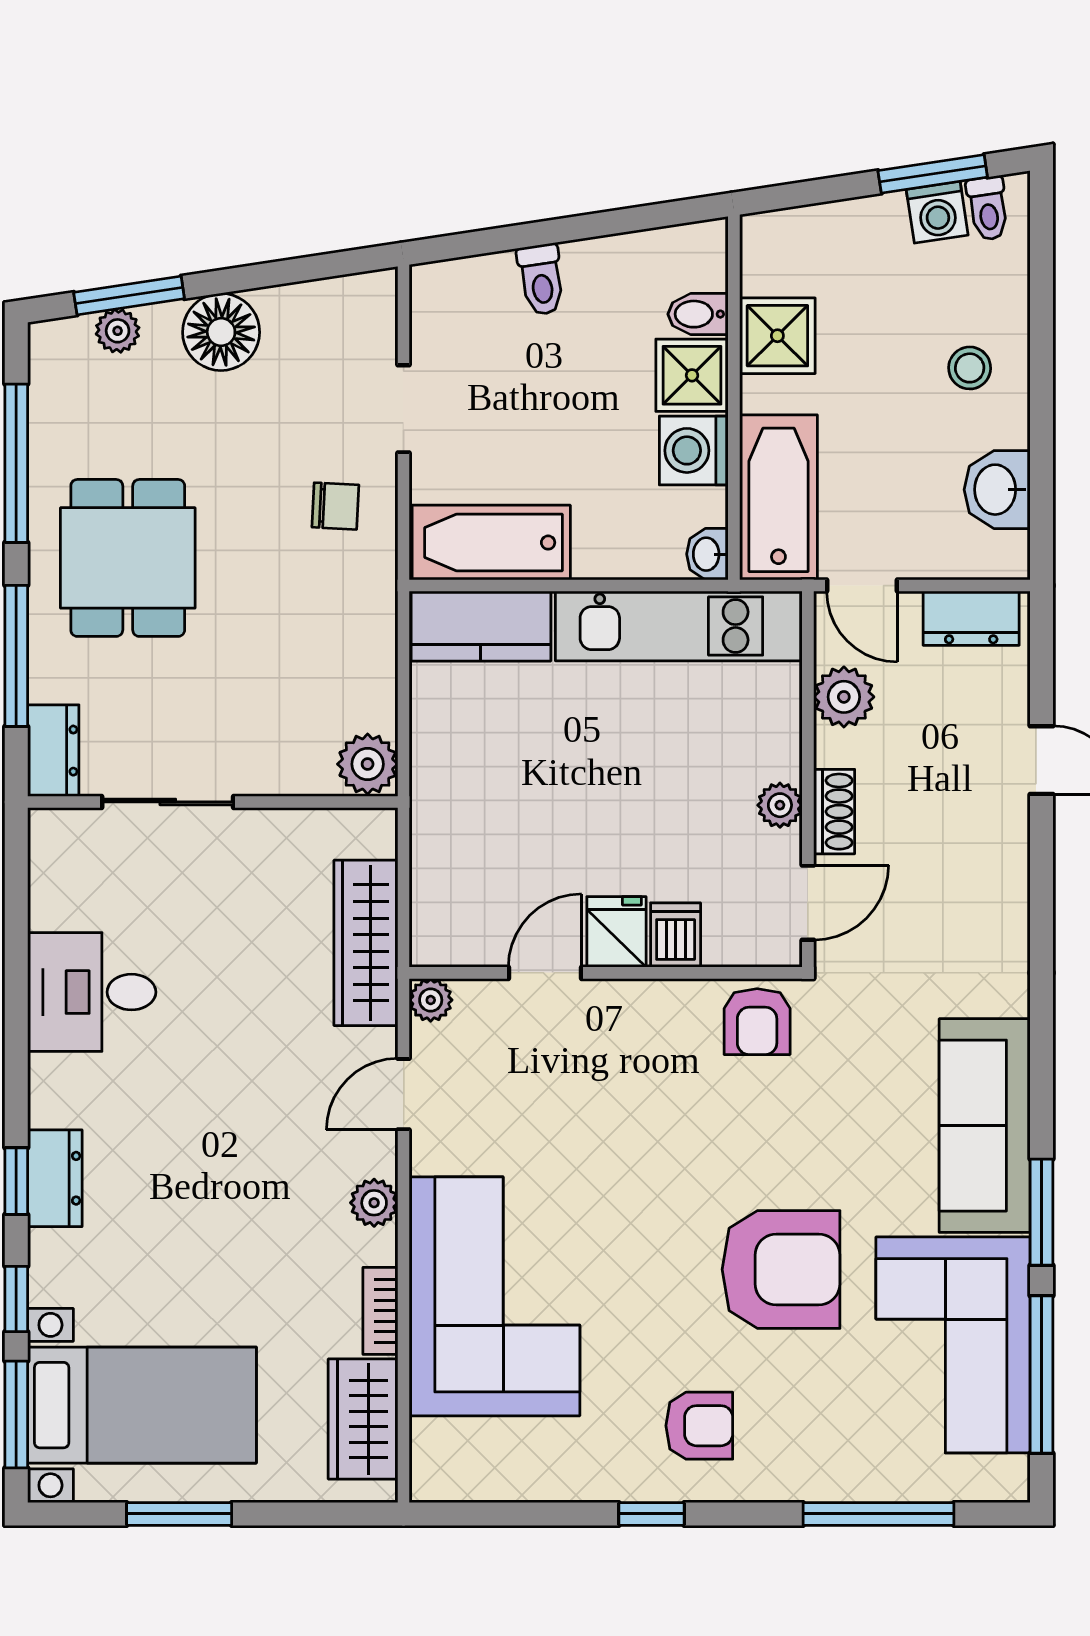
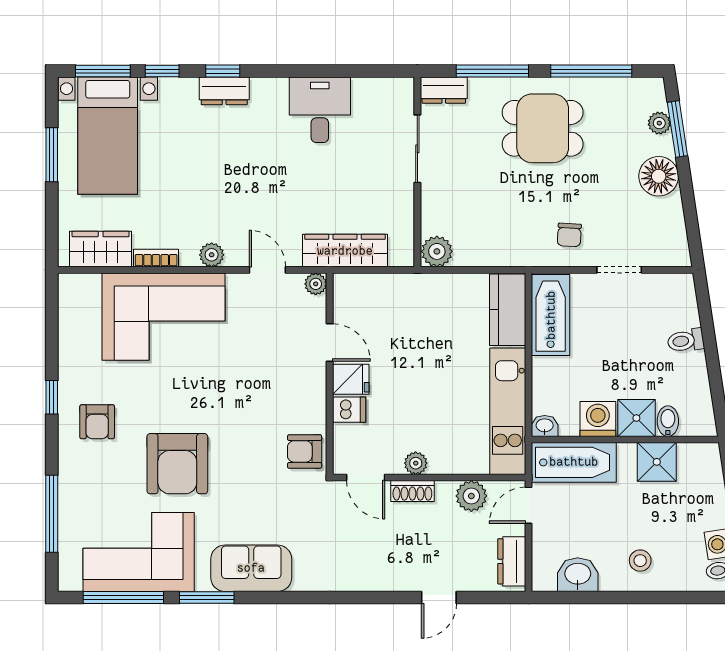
sofa: (985, 1126) -> (251, 568), width x0.73

